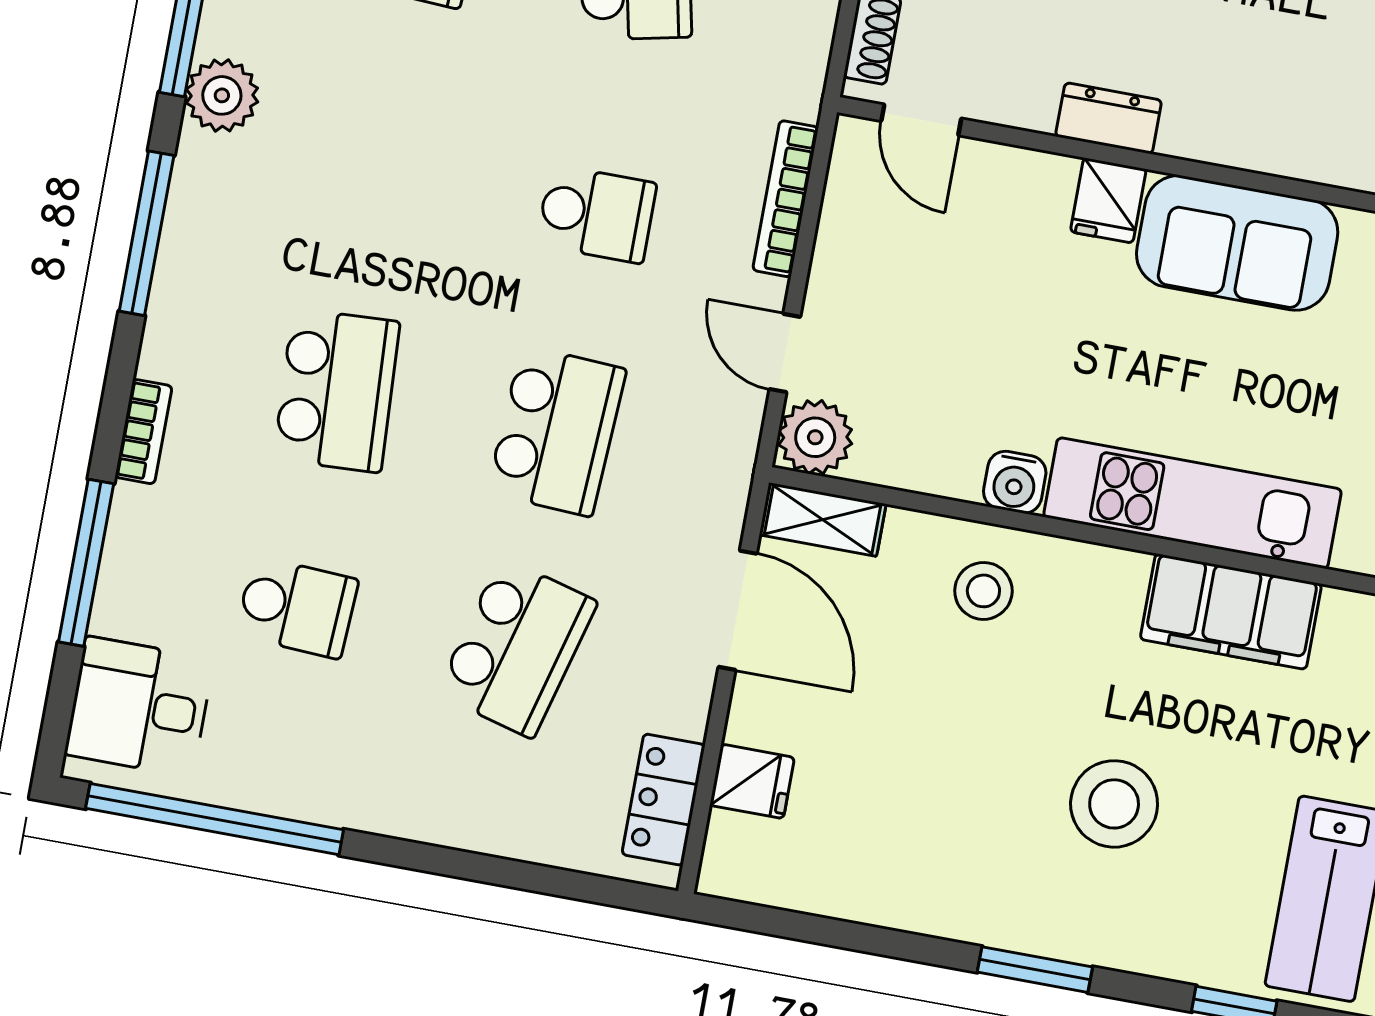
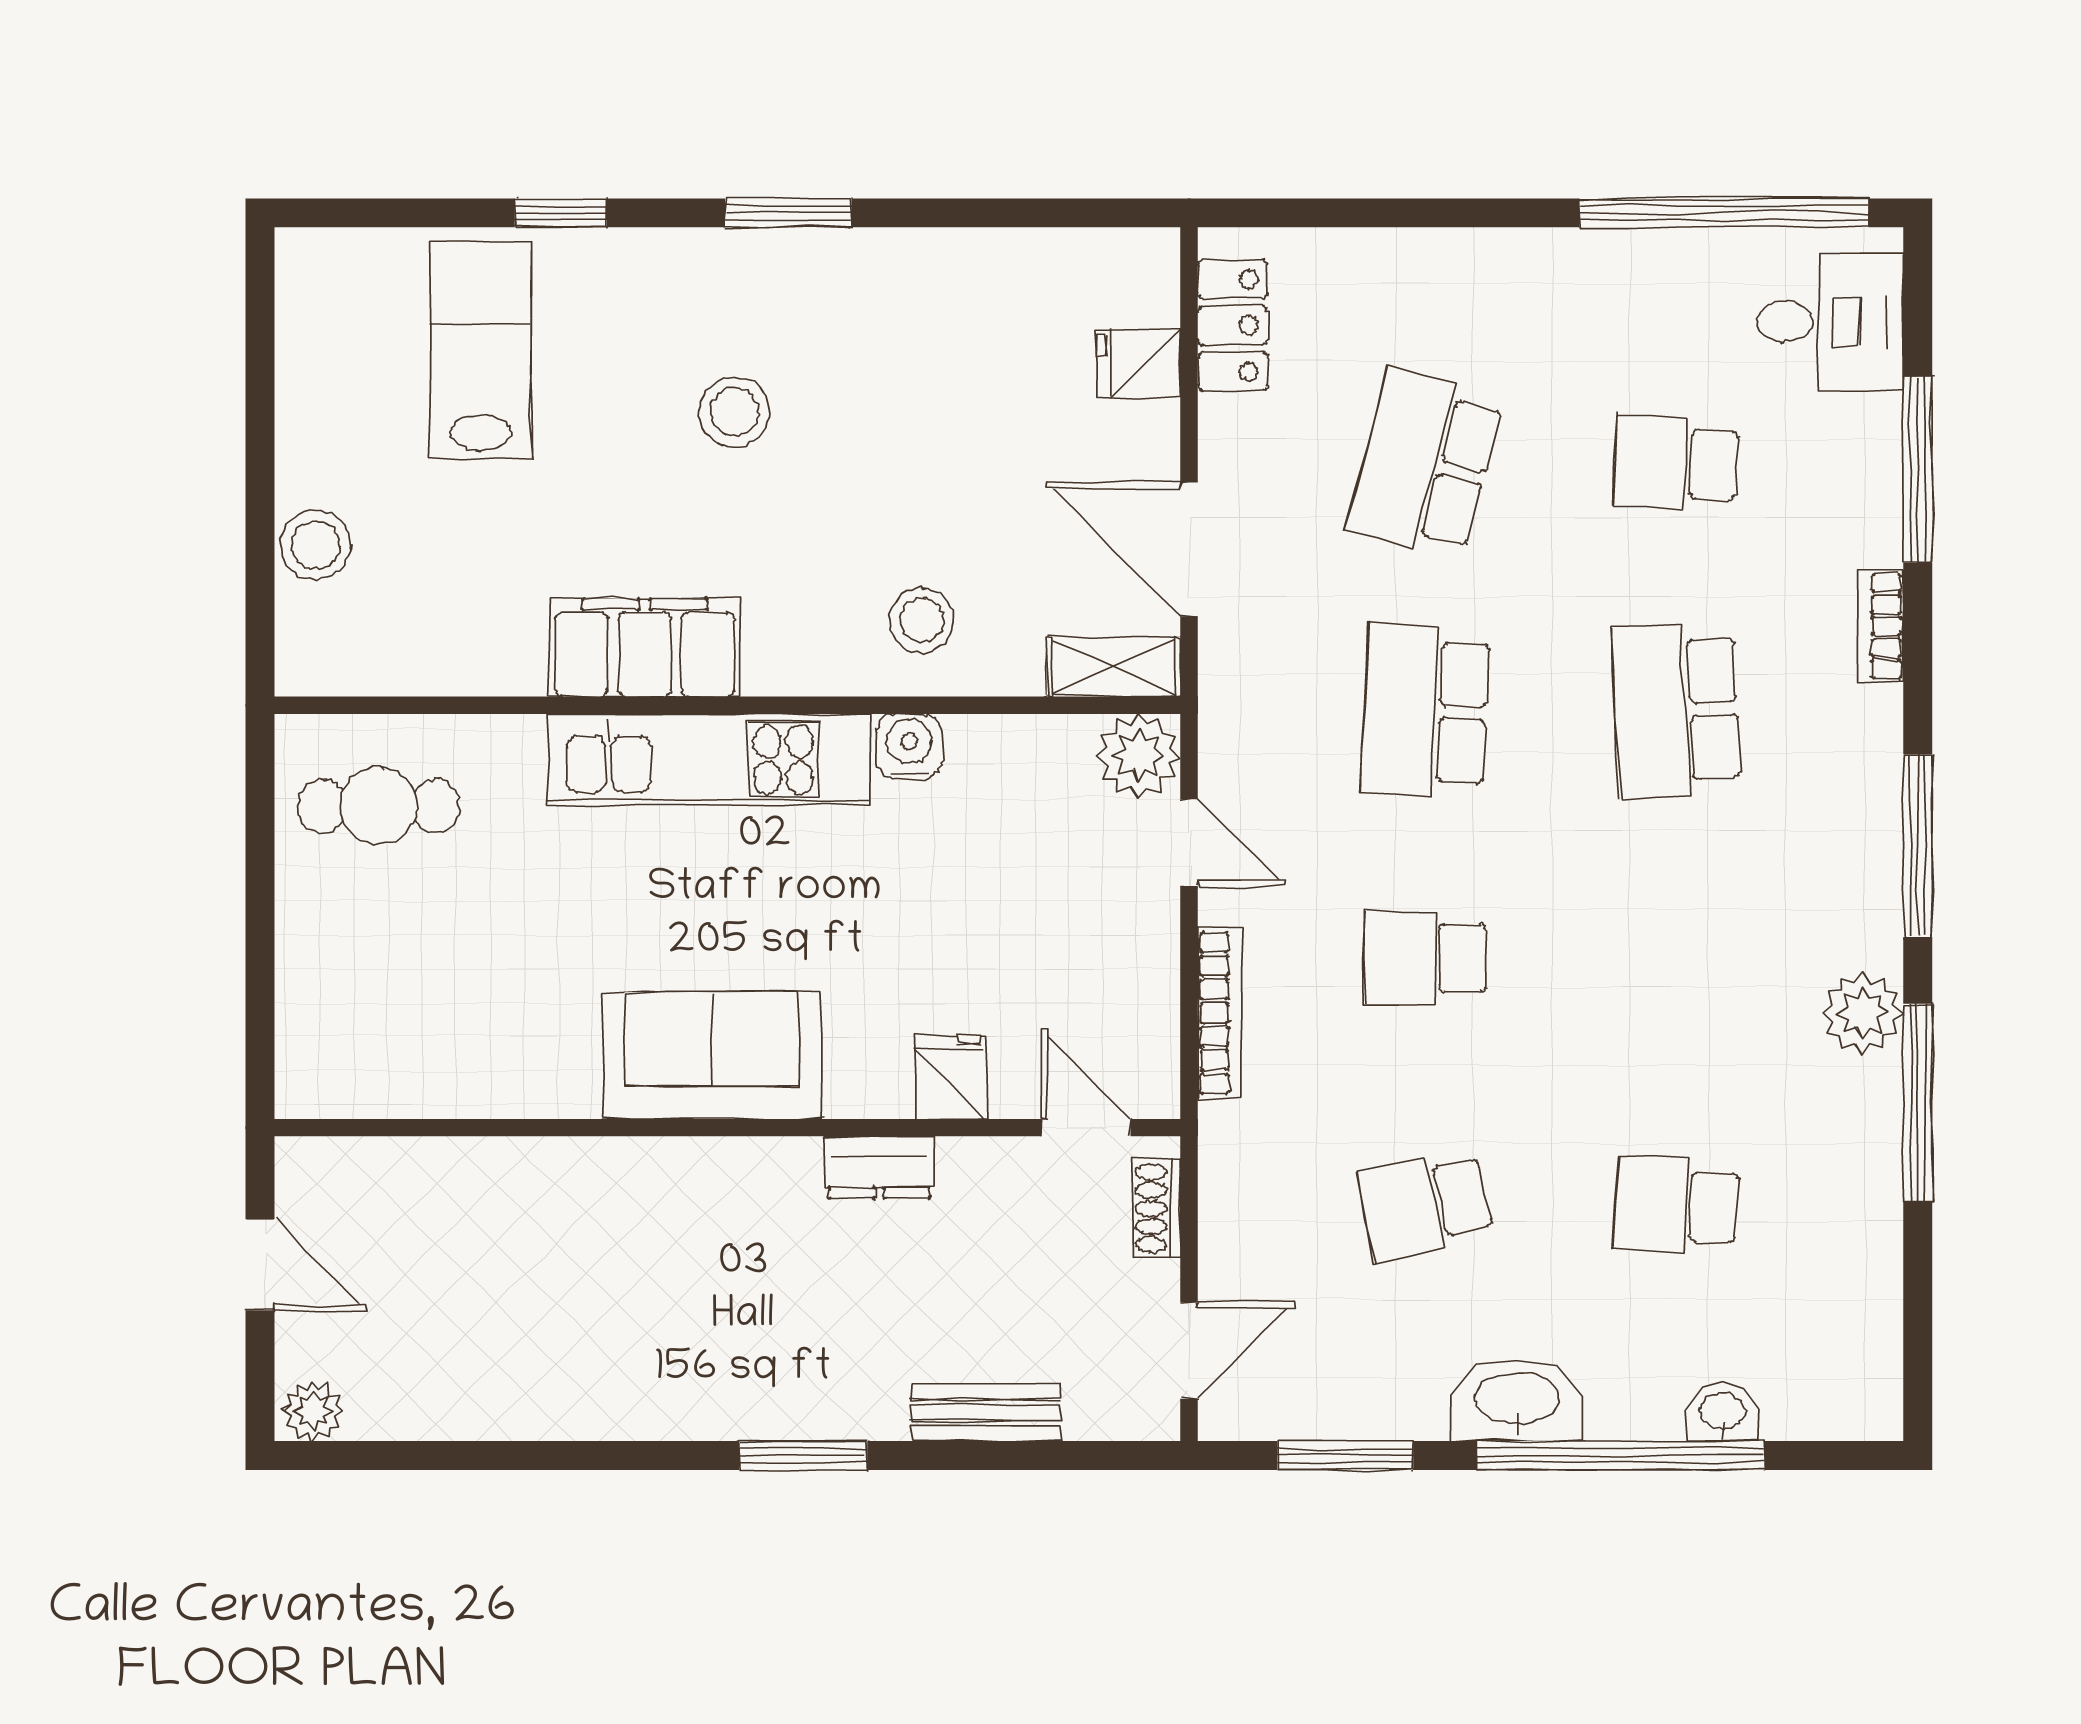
fridge: (1108, 200) -> (950, 1077), moved
stool: (1114, 804) -> (734, 412), width x0.73, depth x0.73

